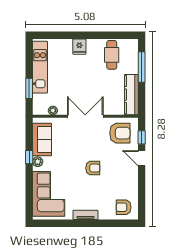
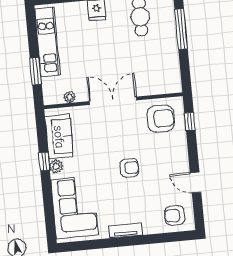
kitchen counter: (131, 95) -> (171, 66), removed
door: (142, 158) -> (196, 182), moved

